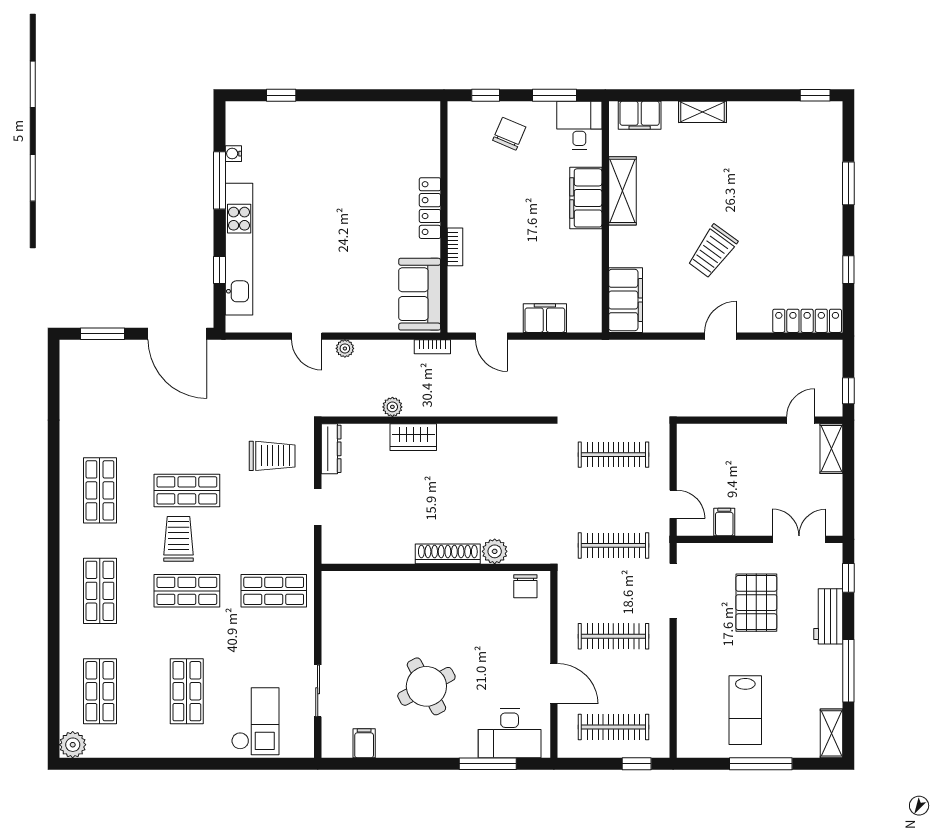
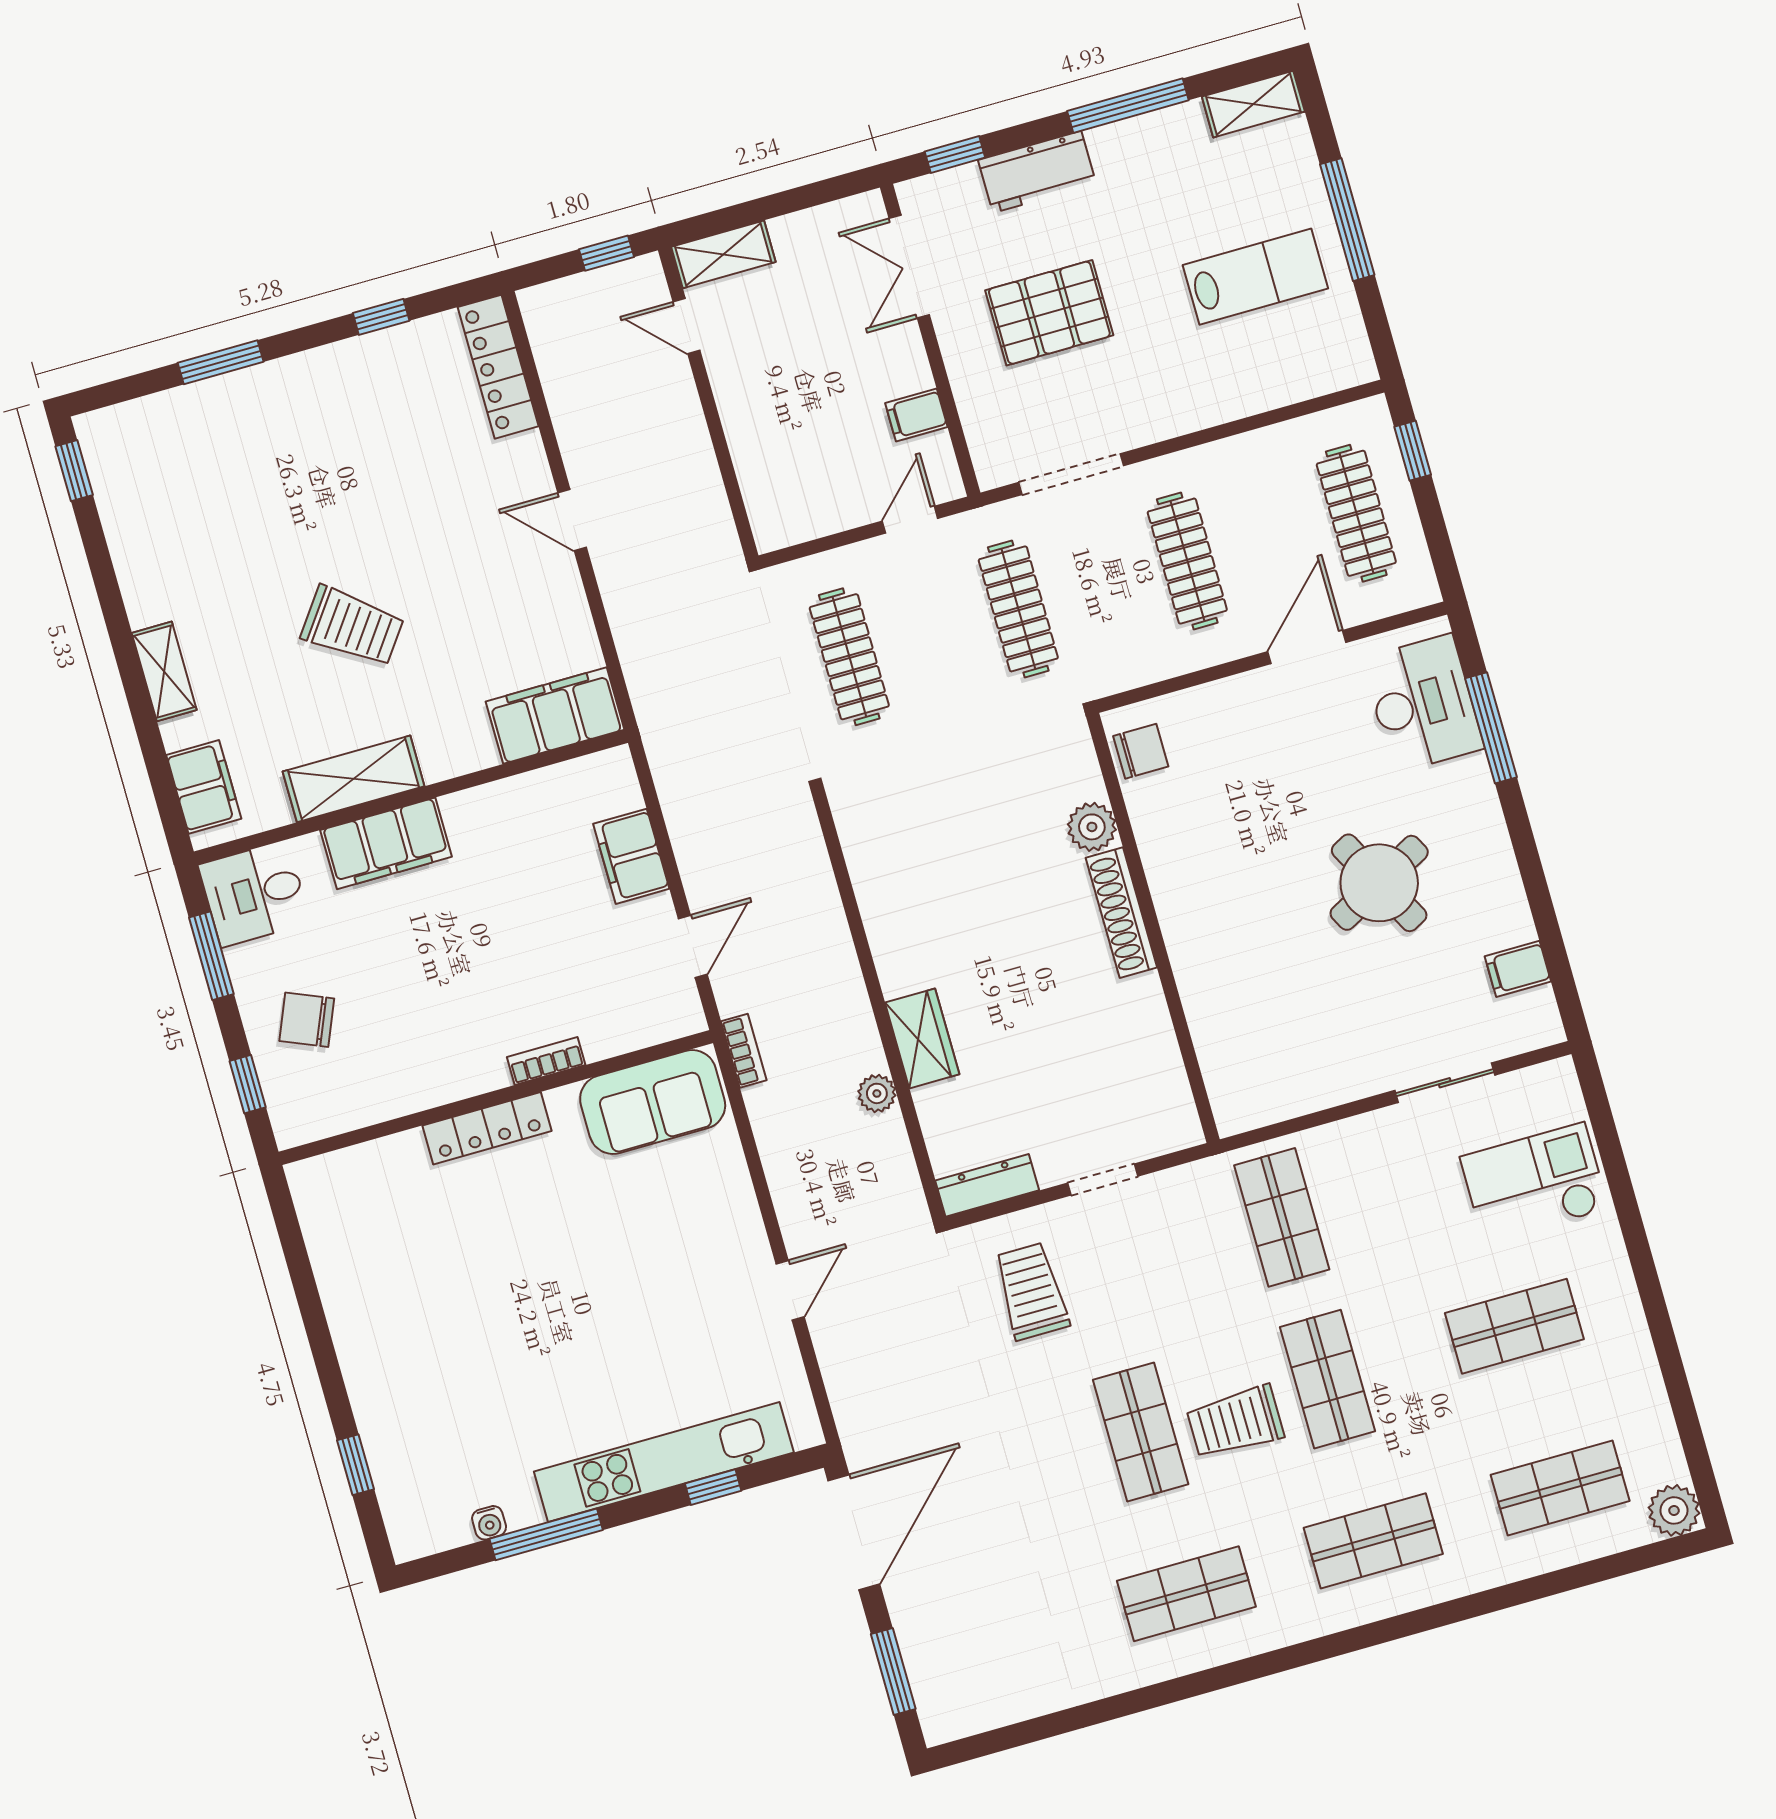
trolley: (712, 251) -> (352, 626), moved
plant: (345, 348) -> (793, 1213), removed

